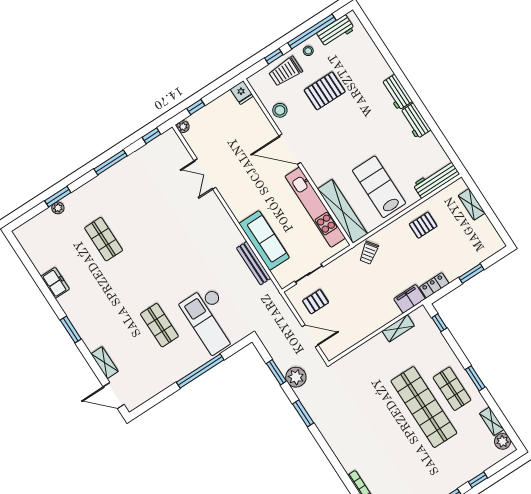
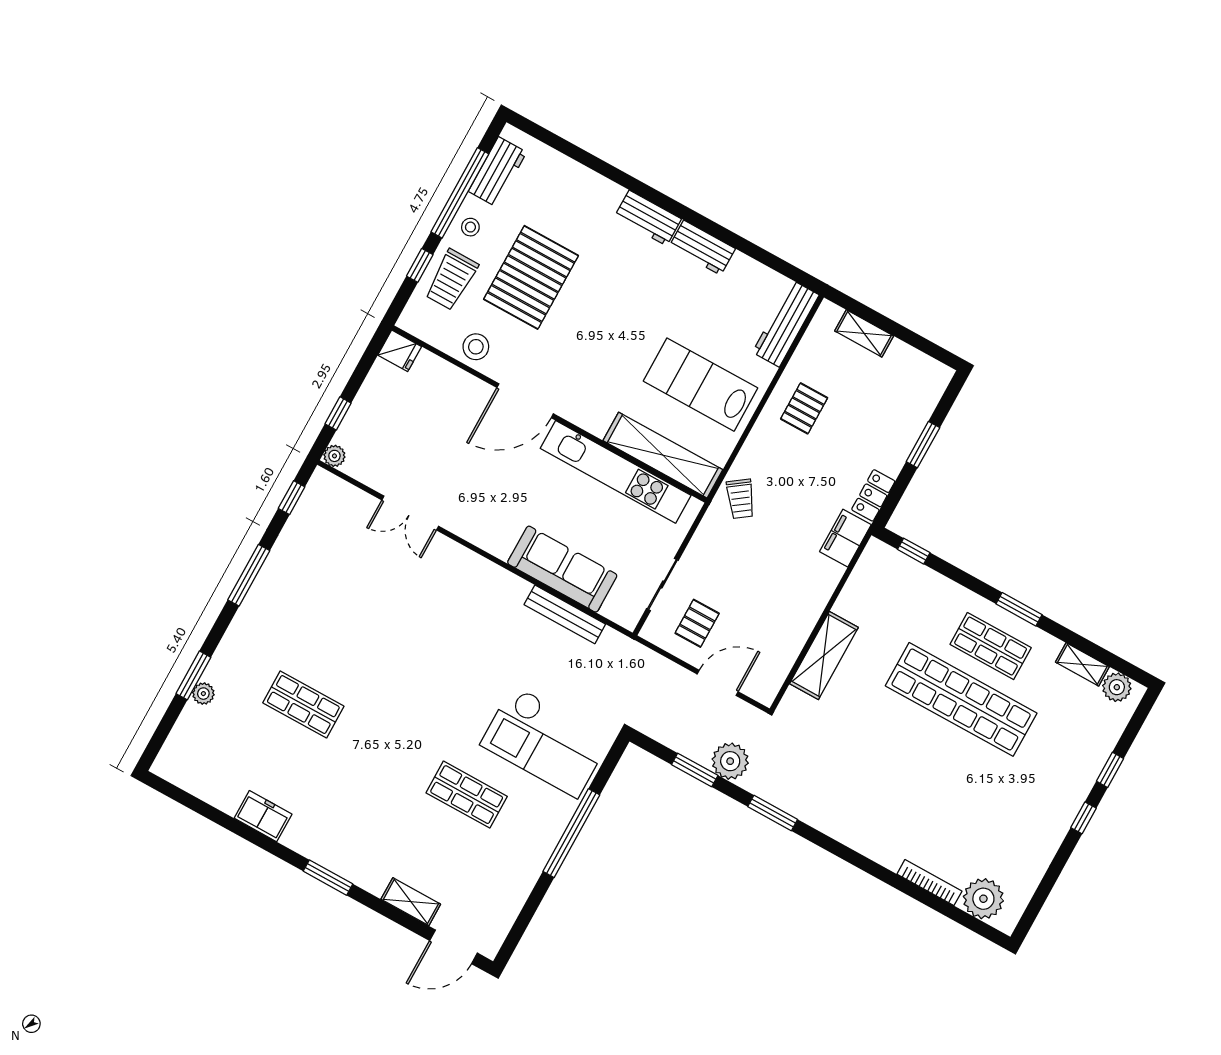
pallet: (325, 91) -> (531, 277), width x1.37, depth x1.41
shelving: (398, 328) -> (824, 655), moved, width x1.50, depth x1.33

